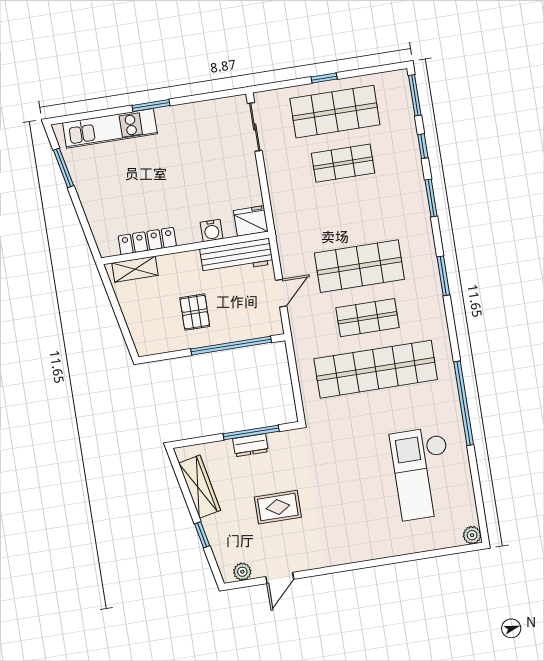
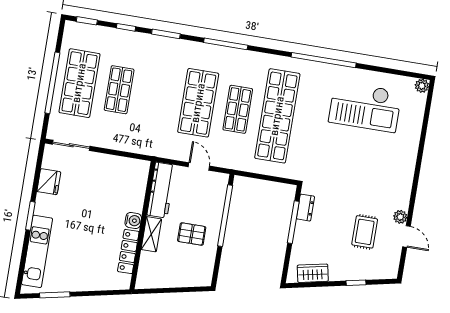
window: (324, 78) -> (52, 83), width x3.17
window: (415, 95) -> (87, 21), width x0.67
fridge: (251, 221) -> (49, 182), moved, turned 180
water cooler: (212, 230) -> (133, 220), moved
shelving: (135, 269) -> (151, 234), moved
window: (443, 276) -> (226, 44), width x1.44
dresser: (251, 445) -> (305, 208), moved
wardrobe: (200, 487) -> (313, 273), width x0.67
rug: (278, 507) -> (365, 232), moved
plant: (242, 572) -> (400, 217), moved

